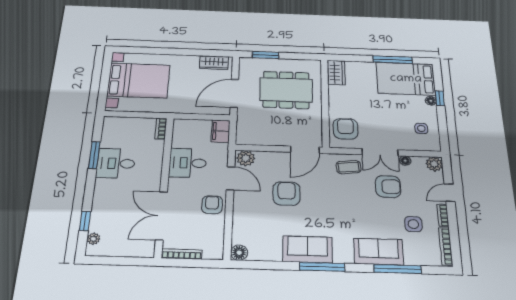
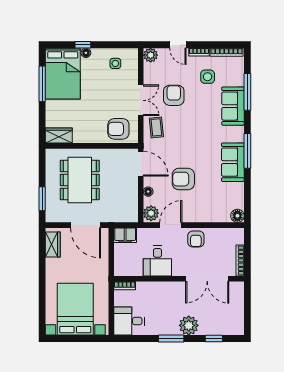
window: (94, 155) -> (171, 338), moved
floor lamp: (405, 161) -> (148, 192), moved
desk: (116, 163) -> (129, 321), moved, turned 90
armchair: (212, 205) -> (196, 239), turned -90
plant: (93, 239) -> (189, 325), moved, width x1.87, depth x1.87

